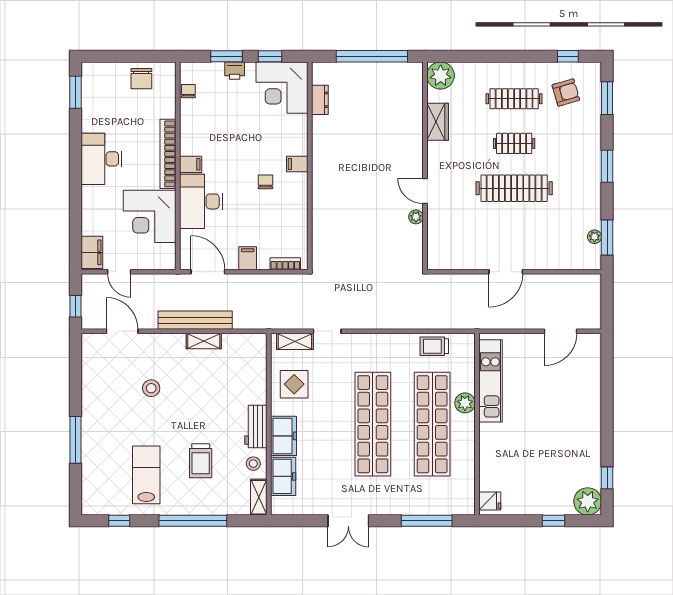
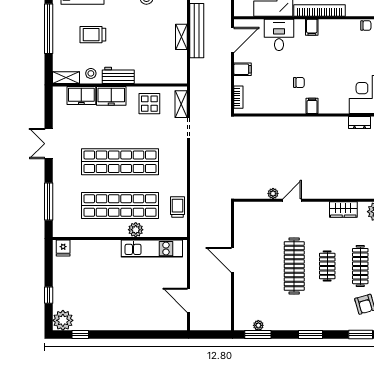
desk: (201, 201) -> (279, 35), width x0.73

